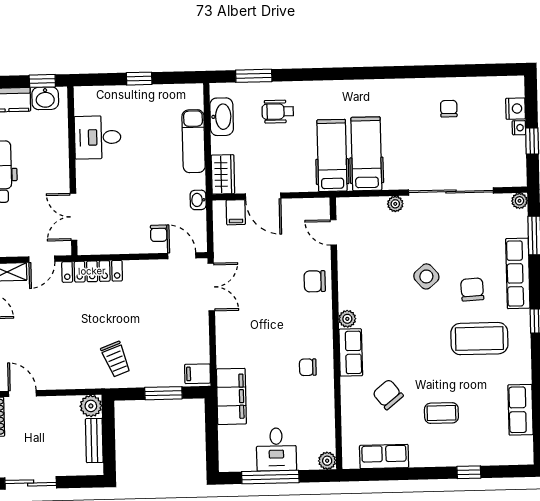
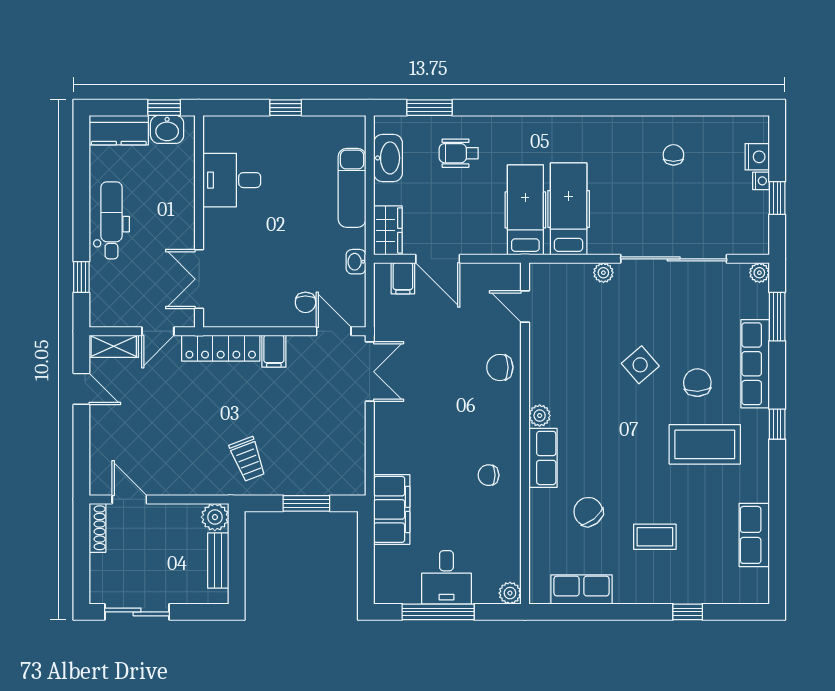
filing cabinet: (197, 374) -> (274, 351), moved, turned -90

